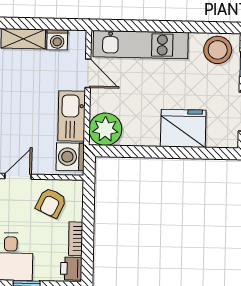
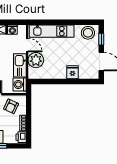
fridge: (183, 128) -> (72, 72), width x0.53, depth x0.75
plant: (105, 129) -> (36, 60), moved

